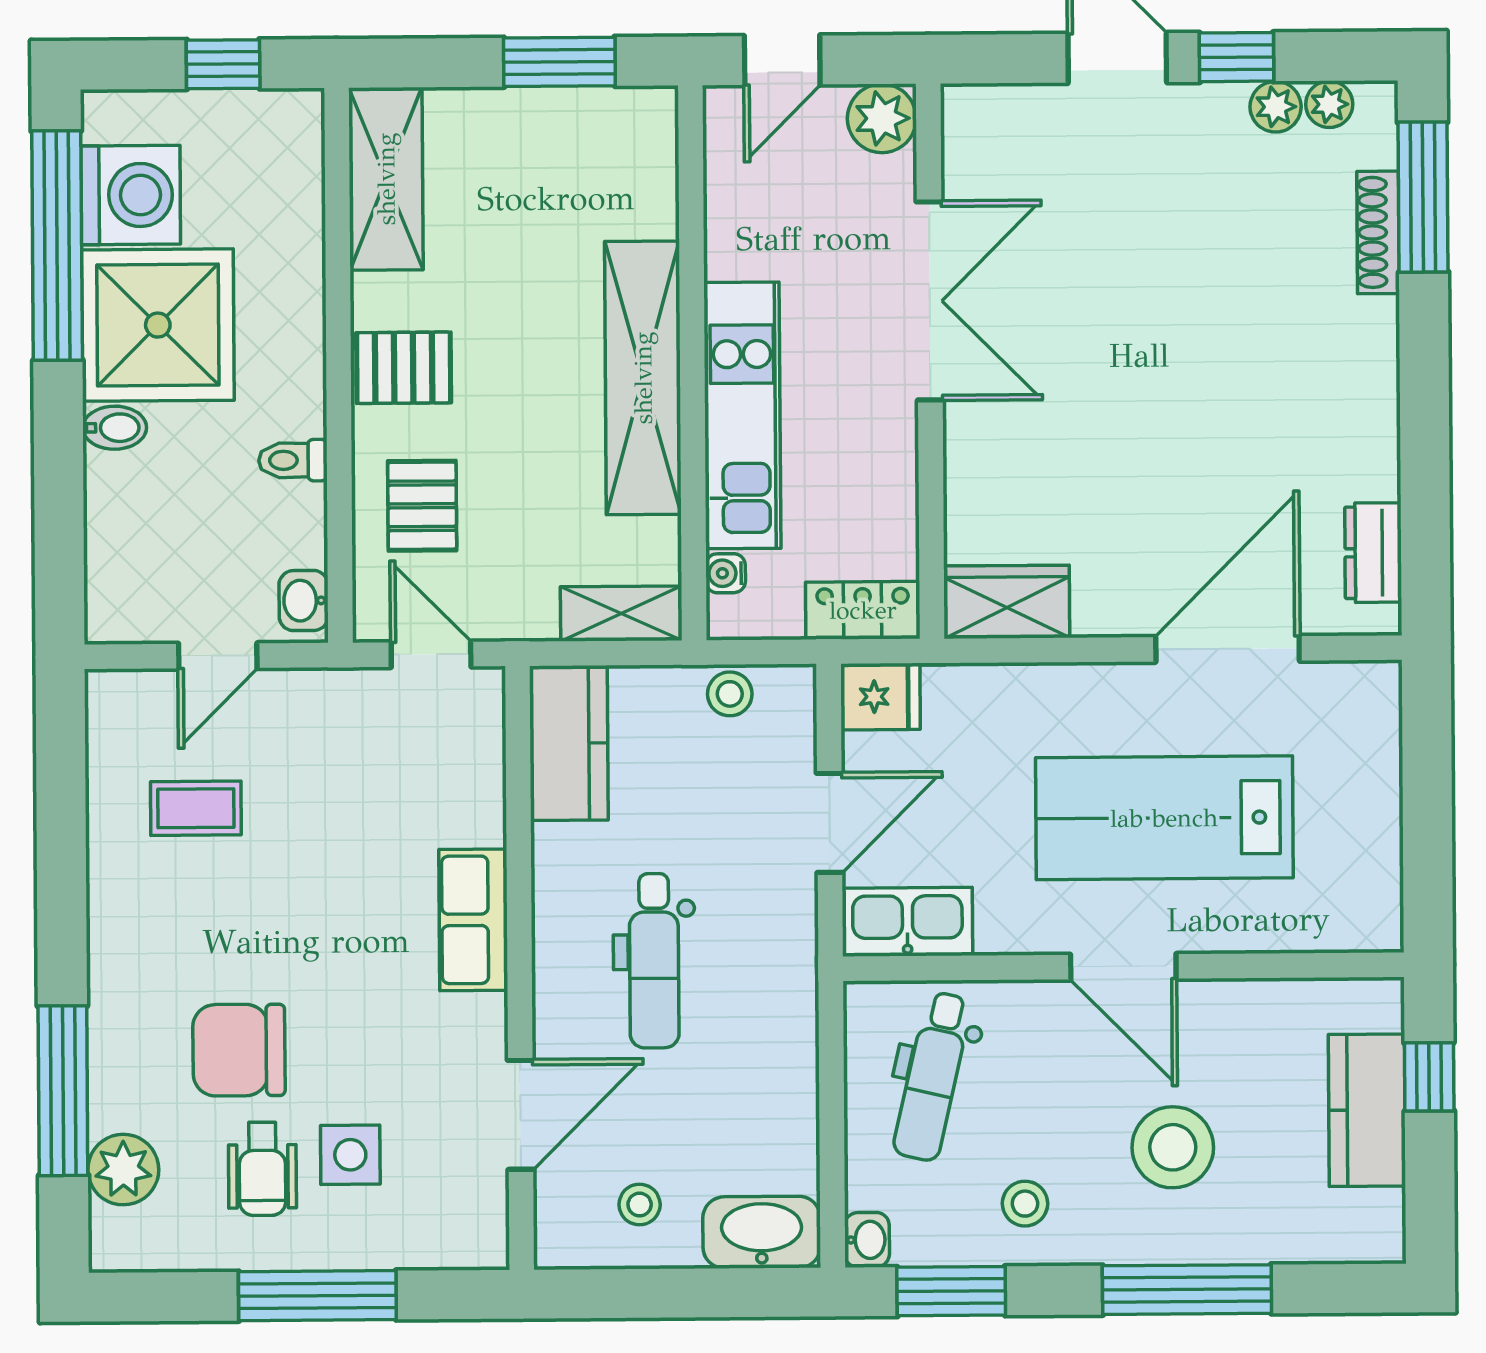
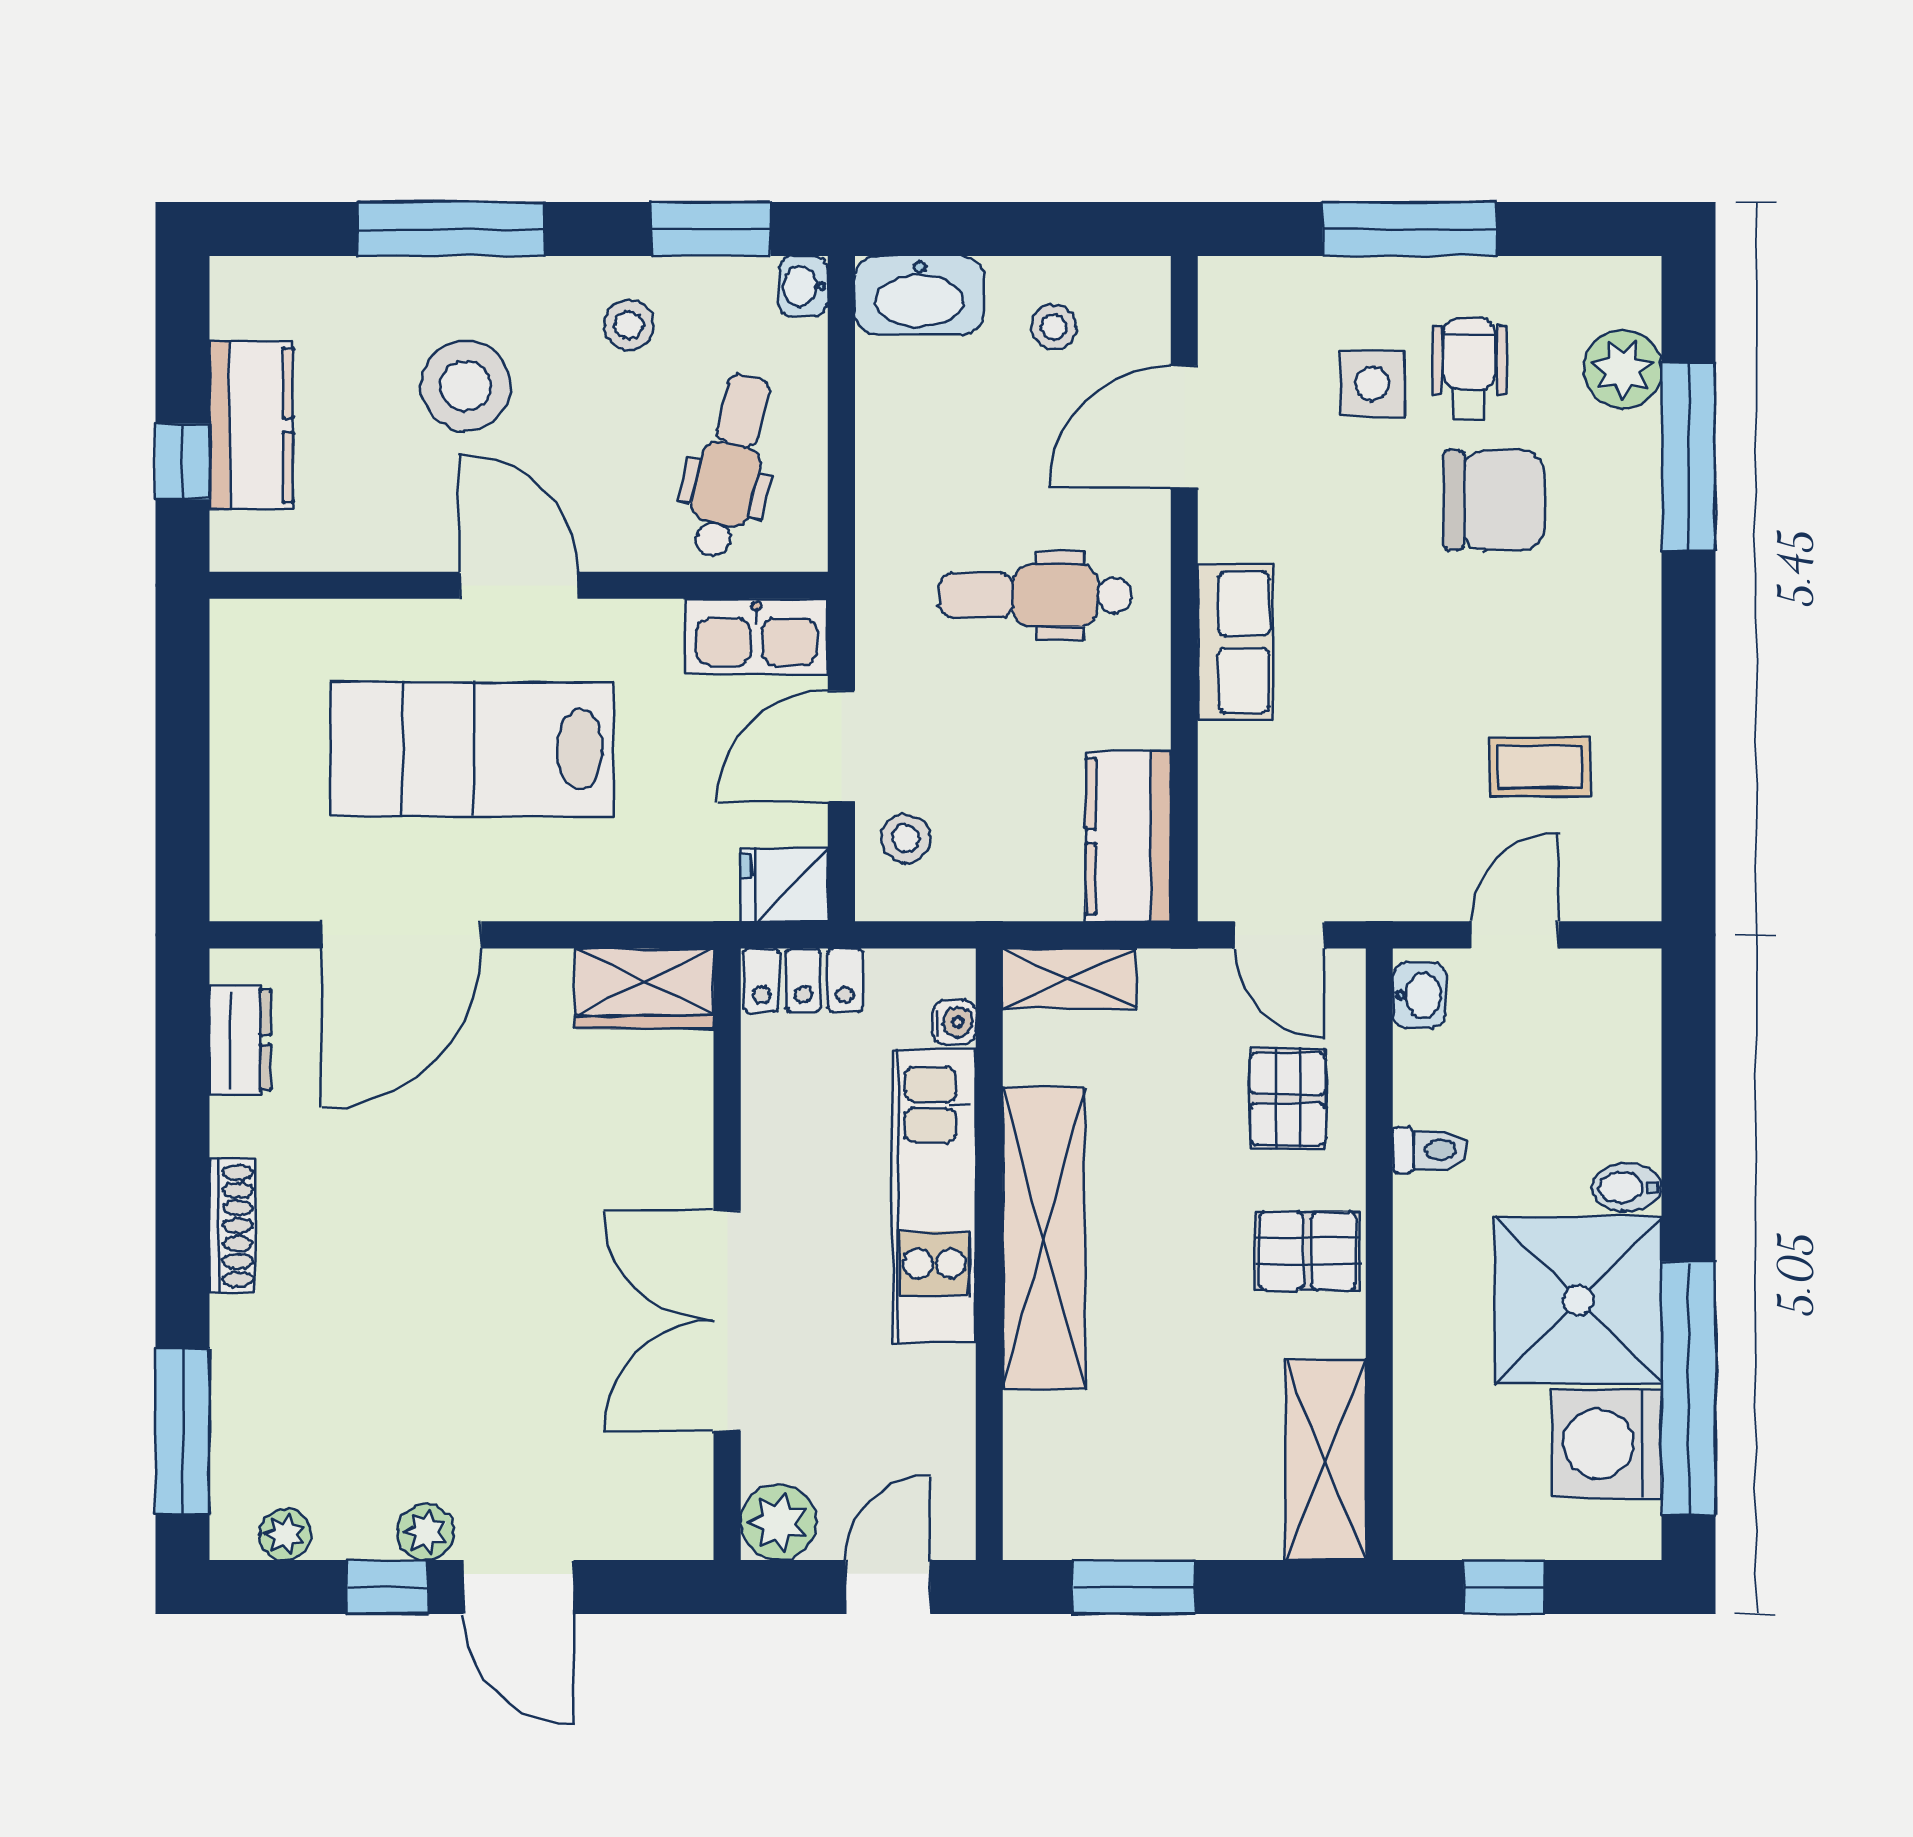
plant: (1276, 107) -> (426, 1532), moved
shoe rack: (1378, 232) -> (232, 1226), moved
stool: (730, 694) -> (906, 838), moved
lab bench: (1164, 818) -> (472, 749), turned 180
dental chair: (654, 961) -> (1036, 595), turned -90

